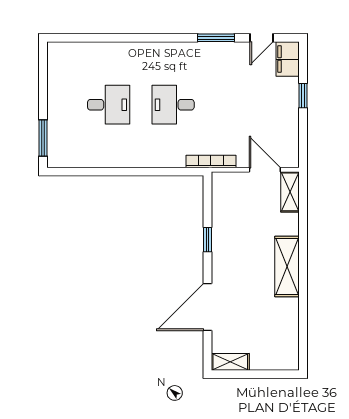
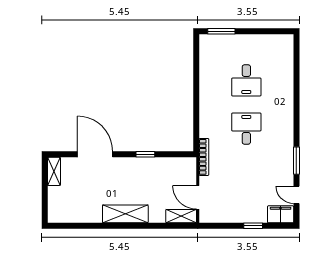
door: (265, 170) -> (198, 197), swing flipped

